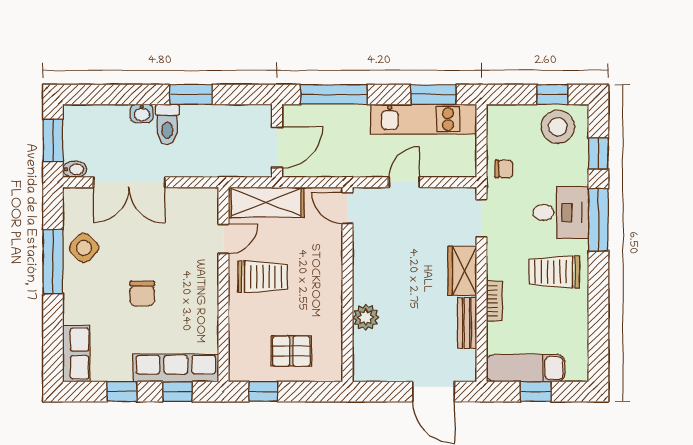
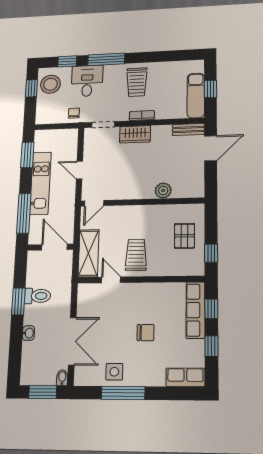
kitchen unit: (424, 119) -> (41, 183), moved
toilet: (167, 125) -> (38, 296), moved
desk: (561, 213) -> (87, 81), moved
side table: (84, 248) -> (114, 372), turned 45
bookcase: (494, 301) -> (142, 116), moved
bench: (467, 323) -> (188, 129), moved

